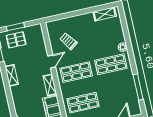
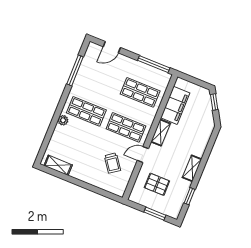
pallet: (16, 40) -> (157, 184), moved

